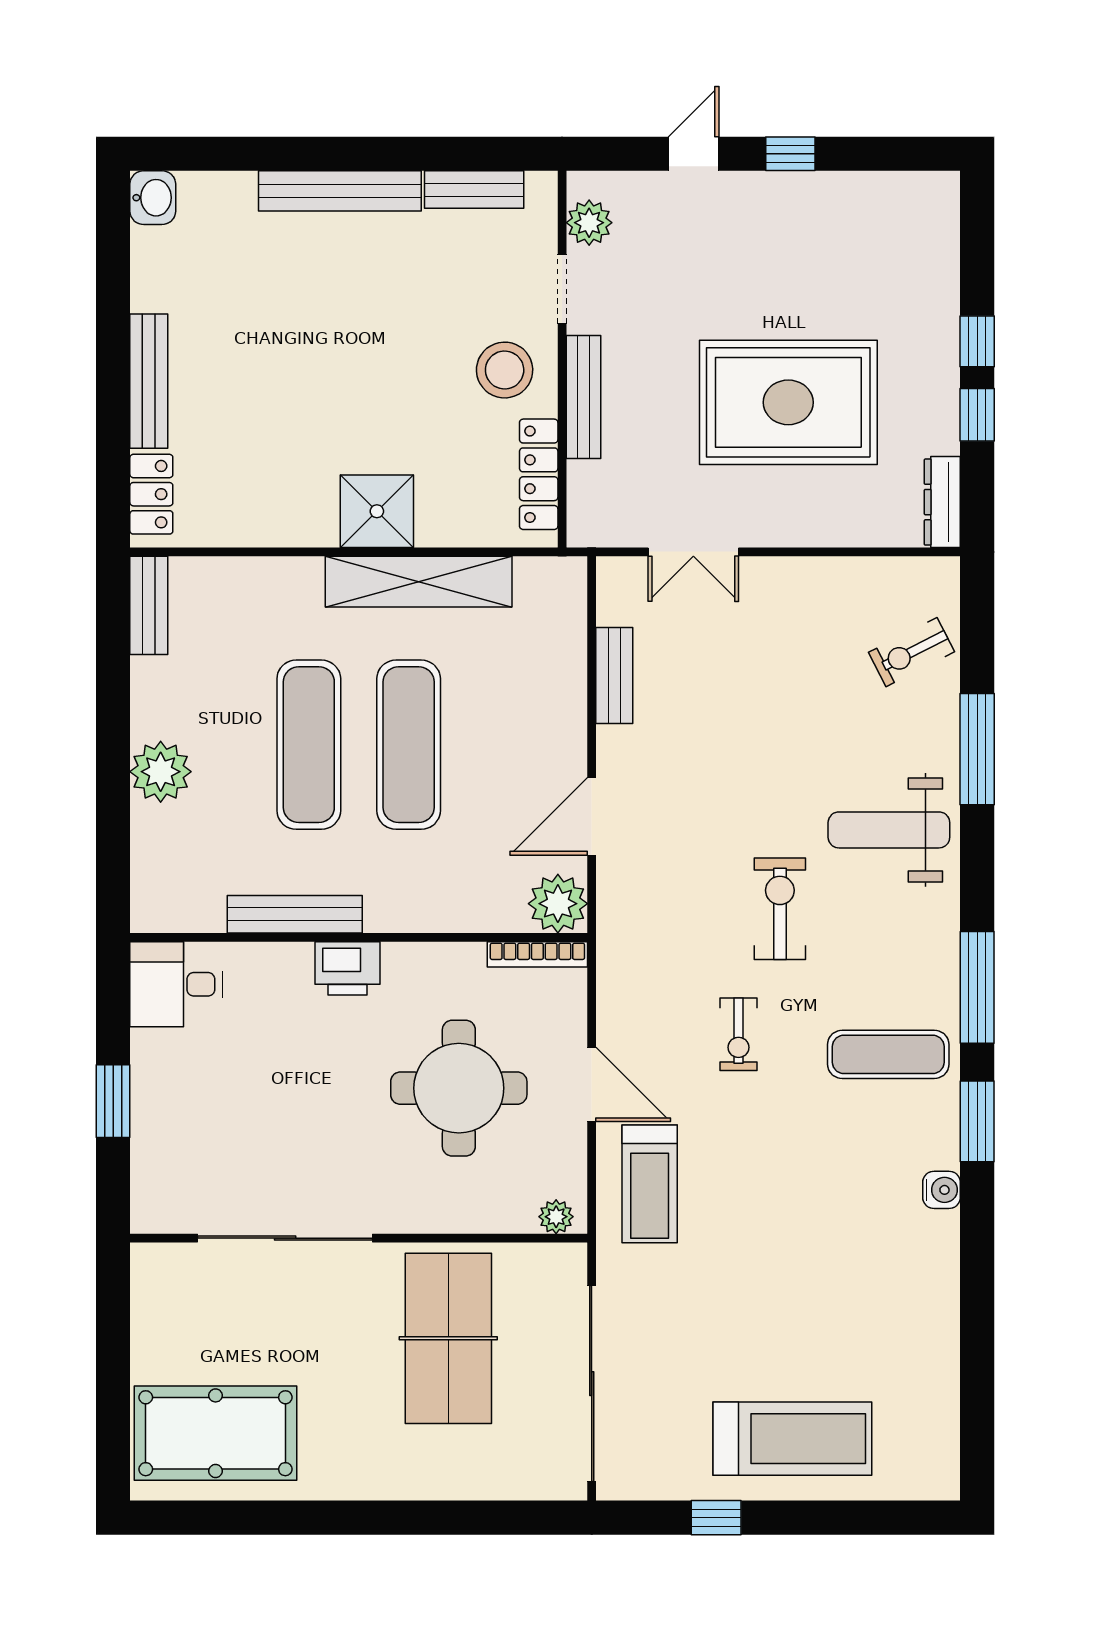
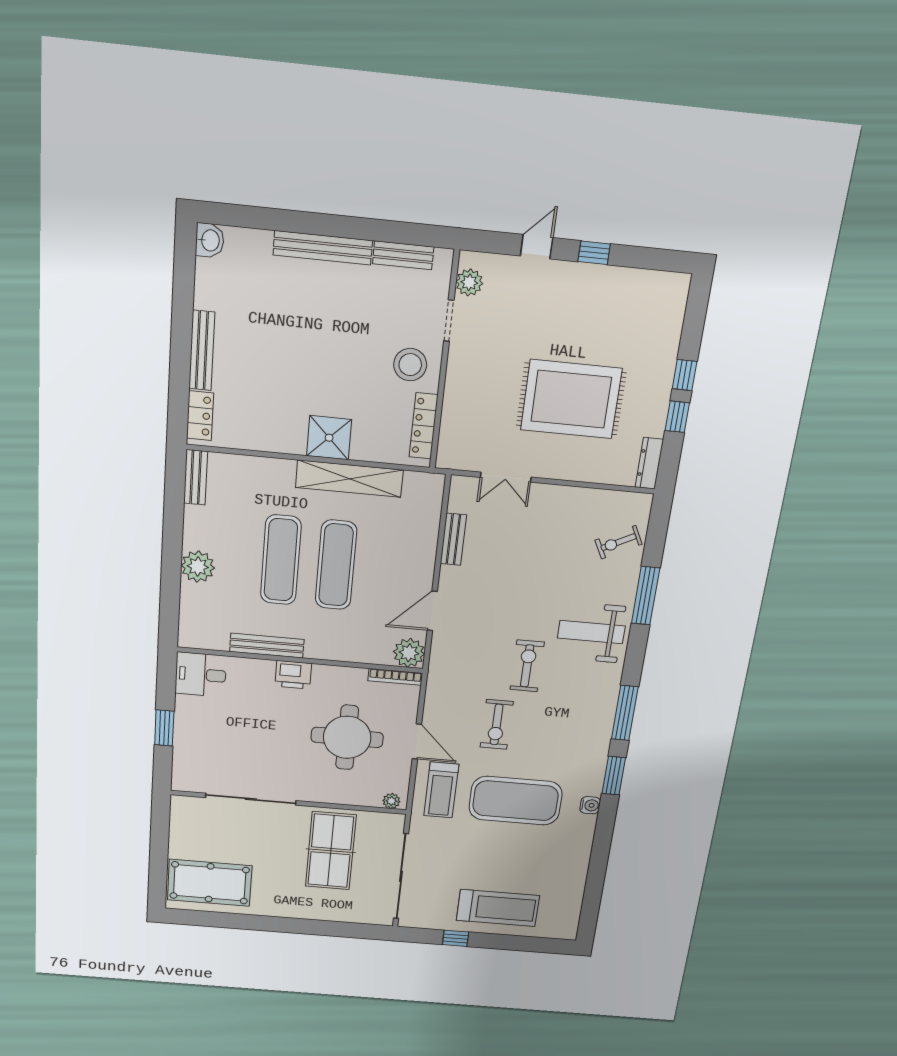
bench: (584, 397) -> (454, 385), removed
exercise bike: (739, 1034) -> (497, 724), width x1.38, depth x1.39
exercise mat: (888, 1054) -> (516, 801), moved, width x2.00, depth x1.45

